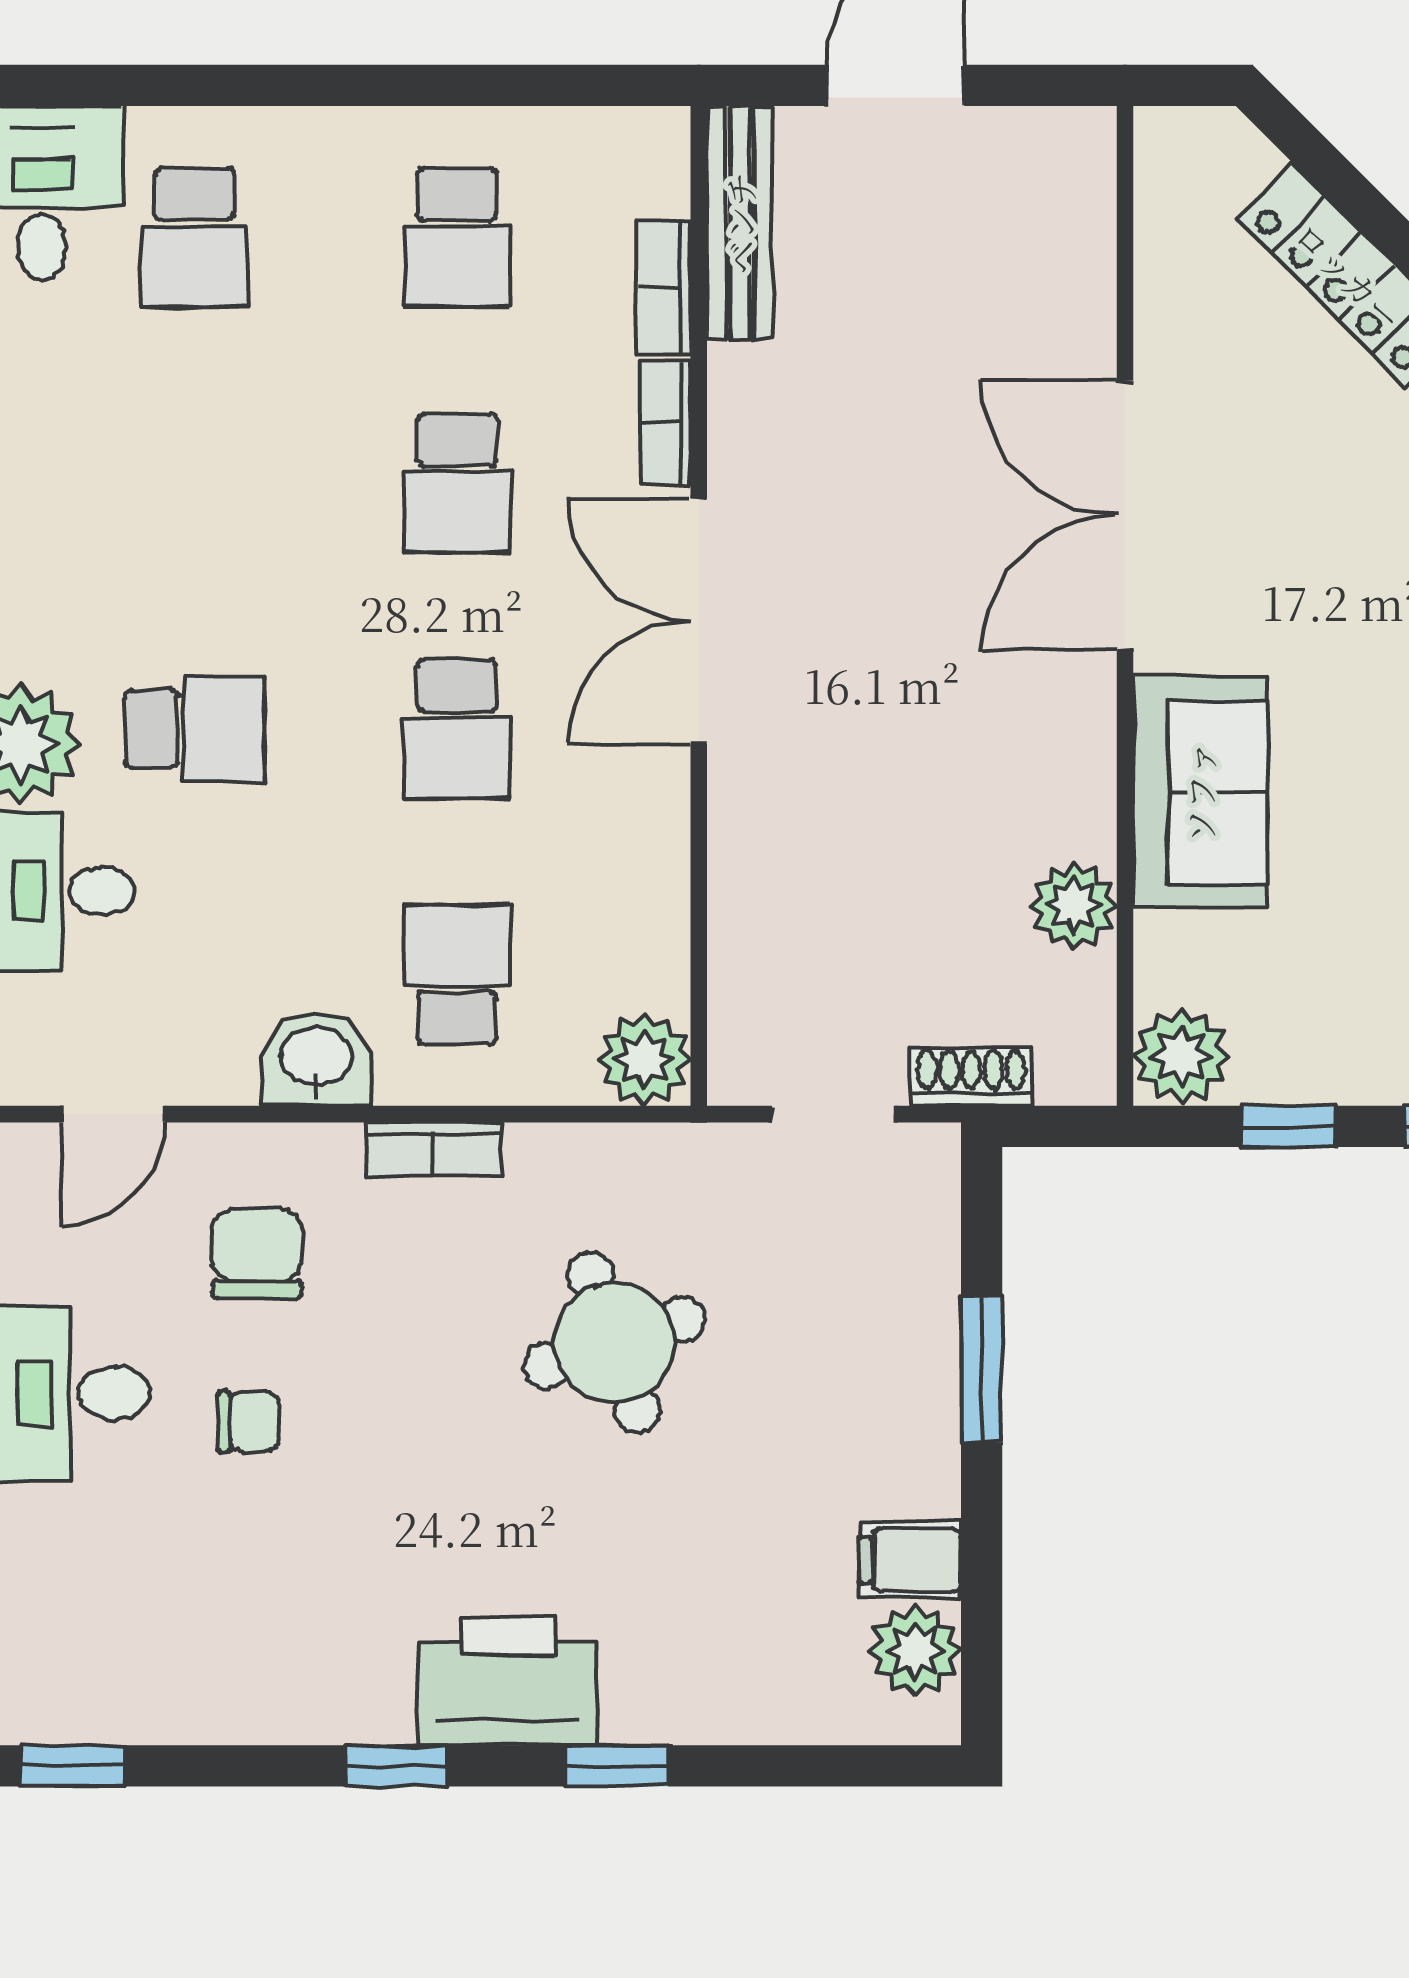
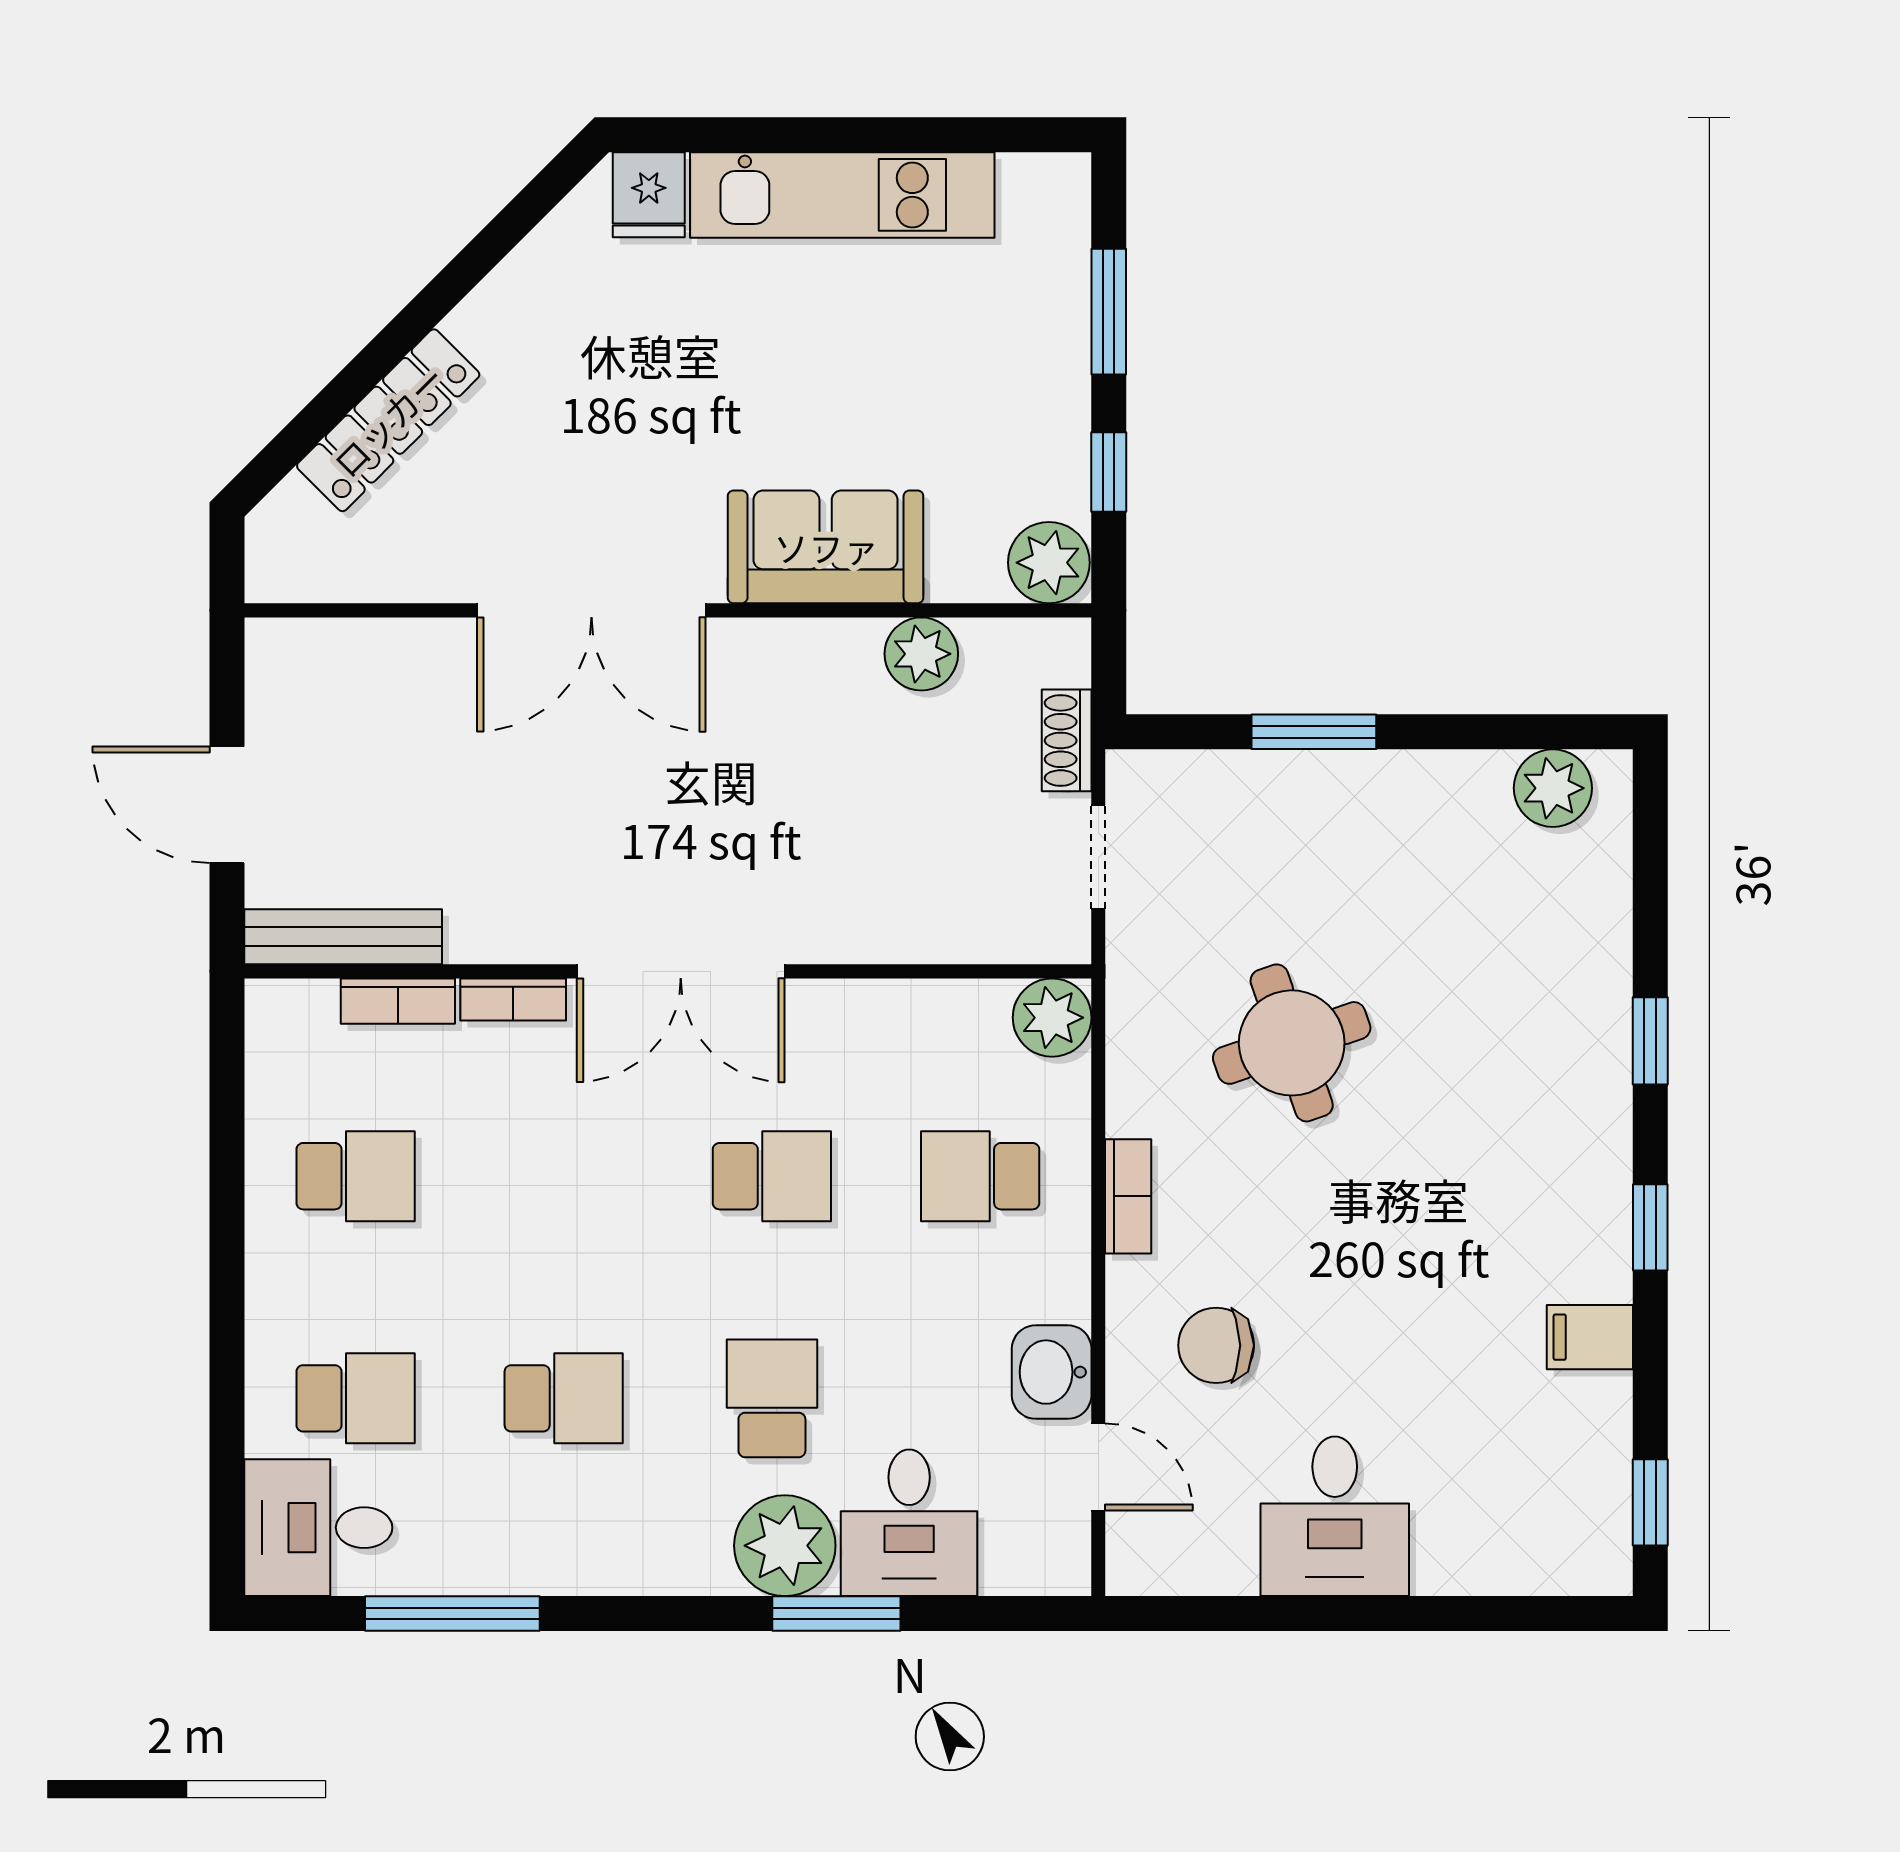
school desk: (457, 483) -> (564, 1398), moved
washbasin: (316, 1059) -> (1052, 1372), moved
chair: (248, 1421) -> (1359, 1353), removed
filing cabinet: (910, 1560) -> (1590, 1337), moved, turned 90
printer: (508, 1681) -> (1579, 1133), removed

